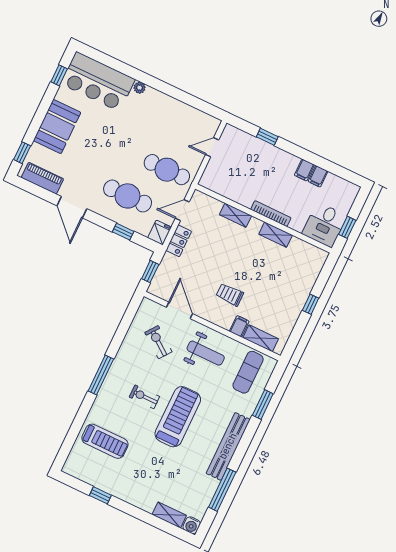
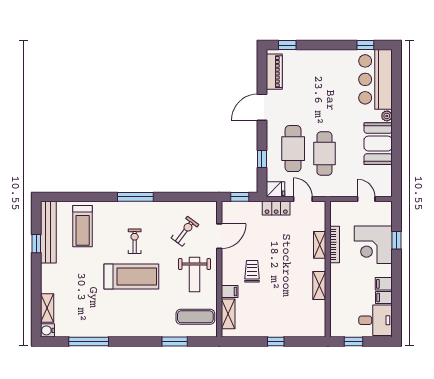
booth: (57, 126) -> (378, 144), moved, turned 90
corner desk: (261, 162) -> (373, 245), added
cafe table: (167, 170) -> (324, 154), moved
bookcase: (271, 214) -> (335, 245), moved
desk: (324, 225) -> (376, 320), moved, turned 180
bench: (228, 446) -> (48, 232), moved, turned 90

